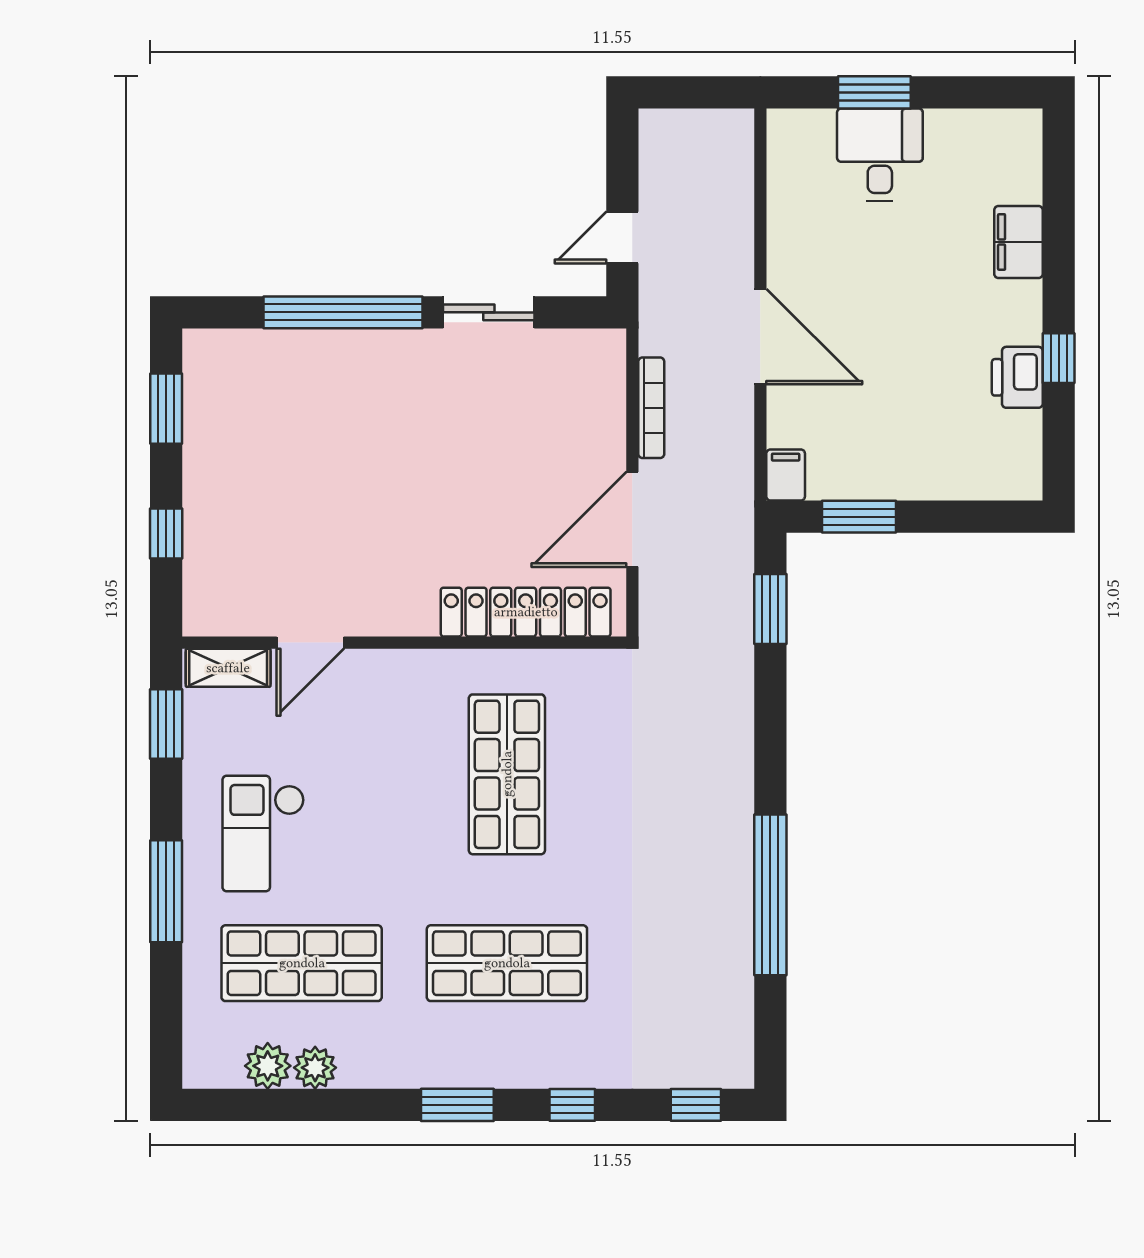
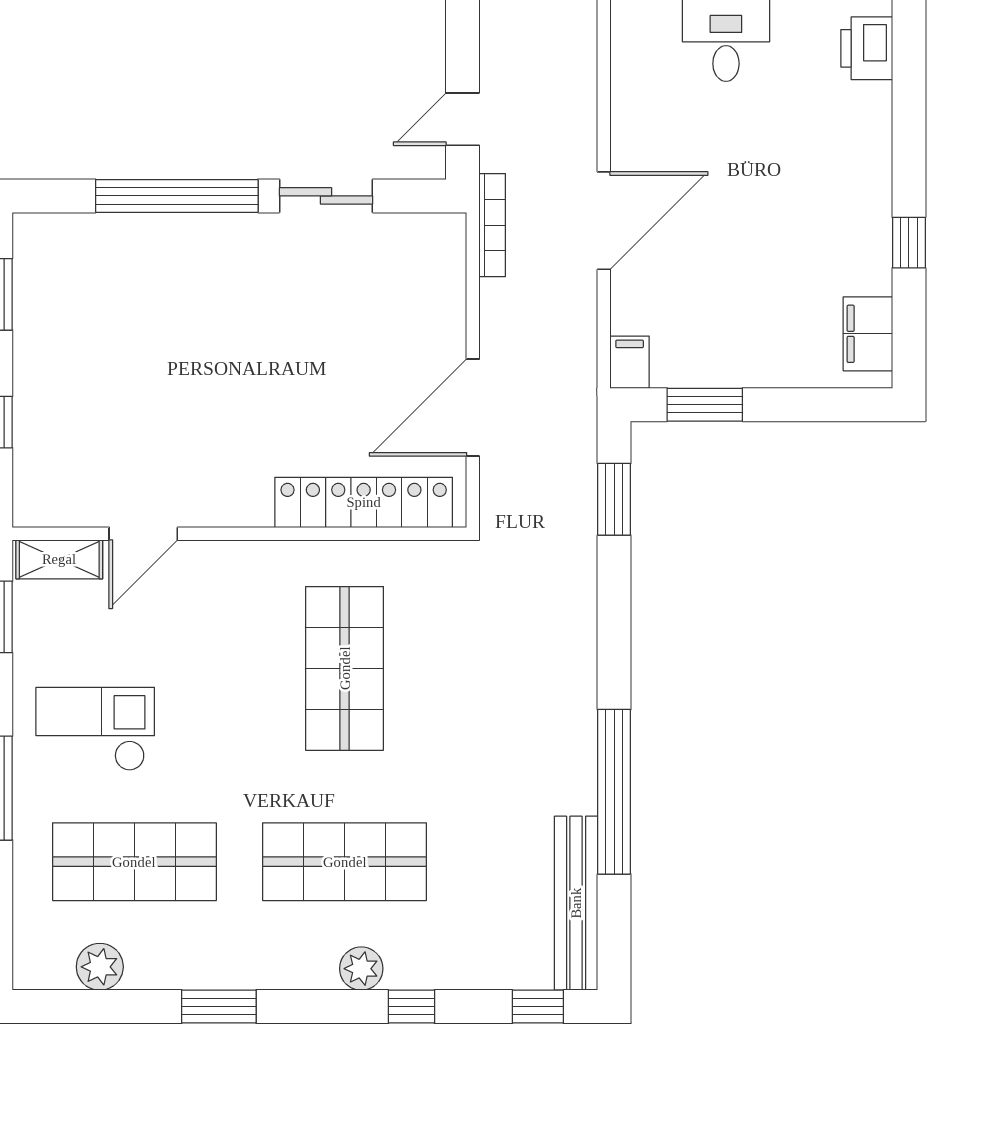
filing cabinet: (1018, 242) -> (868, 334), moved
door: (760, 337) -> (604, 221), hinge flipped
printer: (1017, 377) -> (867, 48), moved
bookcase: (651, 408) -> (492, 225), moved
checkout: (263, 834) -> (95, 729), turned 90
bench: (733, 1004) -> (576, 903), added
plant: (315, 1068) -> (361, 969), moved
window: (457, 1105) -> (219, 1007), moved

